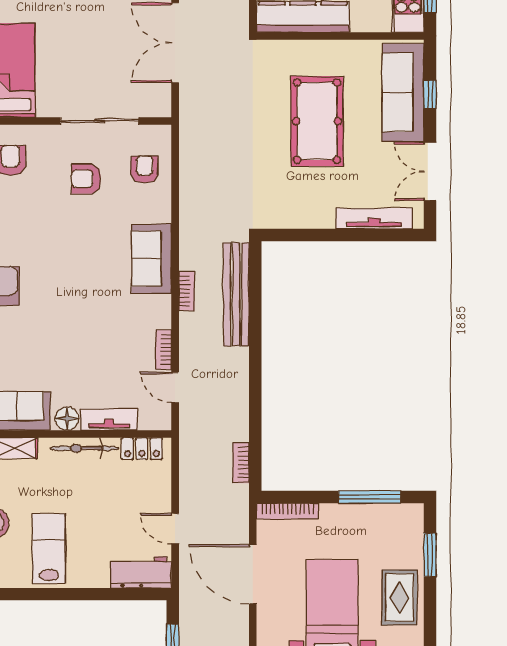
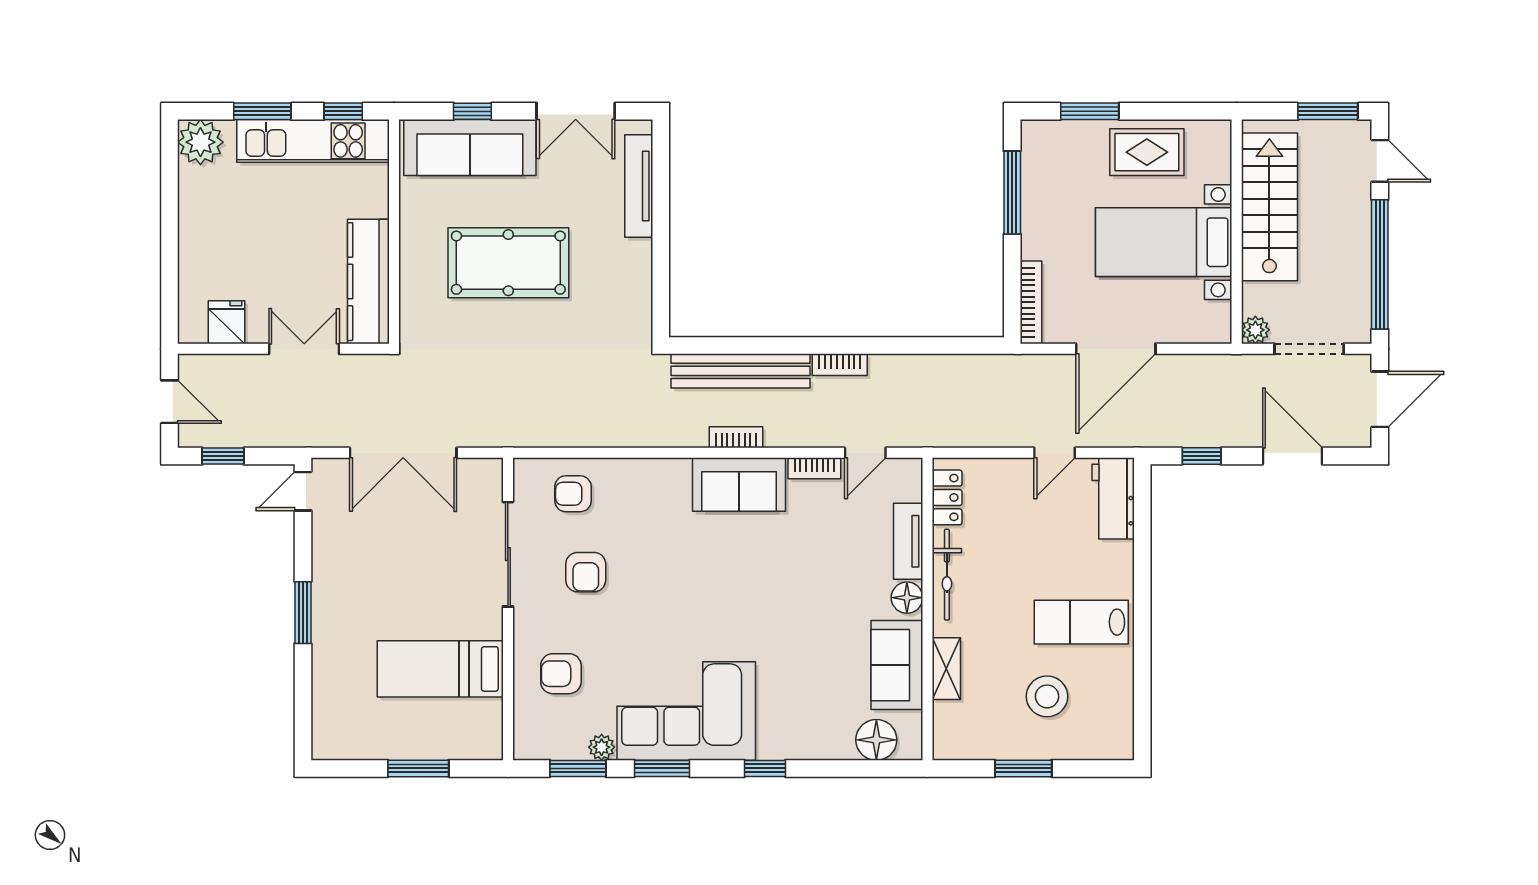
sofa: (151, 259) -> (739, 485), moved
bookcase: (241, 463) -> (840, 365), moved

